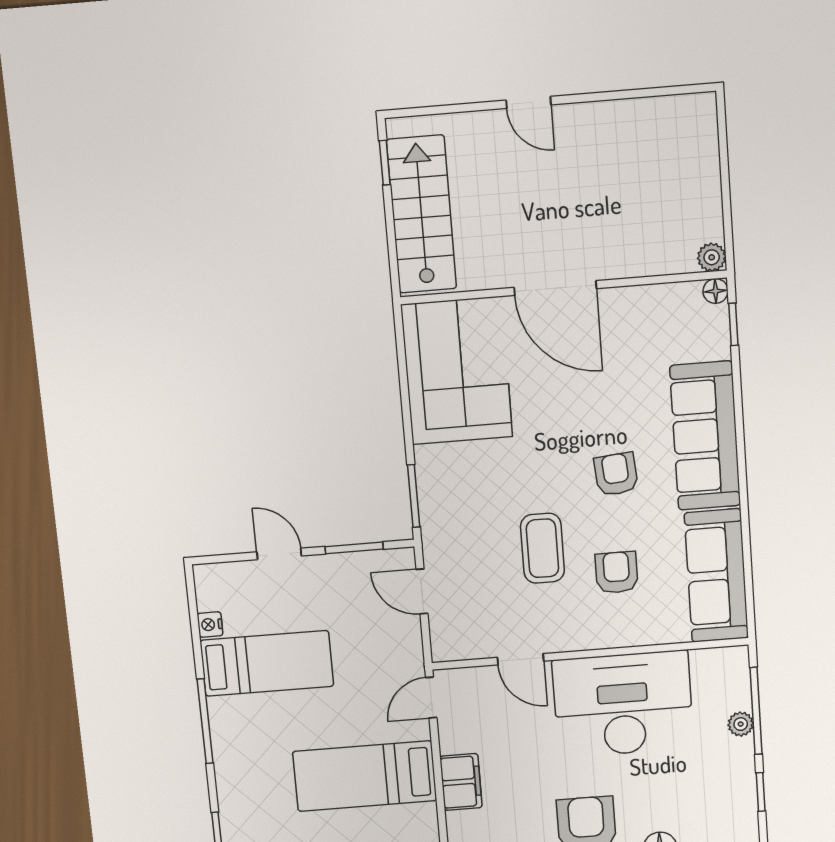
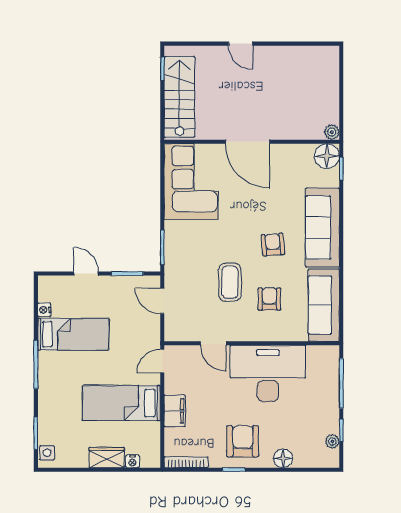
floor lamp: (716, 291) -> (327, 156), width x1.89, depth x1.89
plant: (741, 724) -> (332, 441), moved

